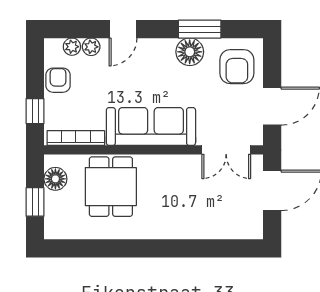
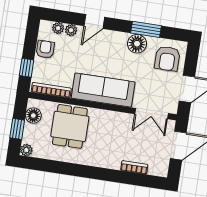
plant: (53, 230) -> (26, 150), added
bookcase: (213, 232) -> (134, 167), added

